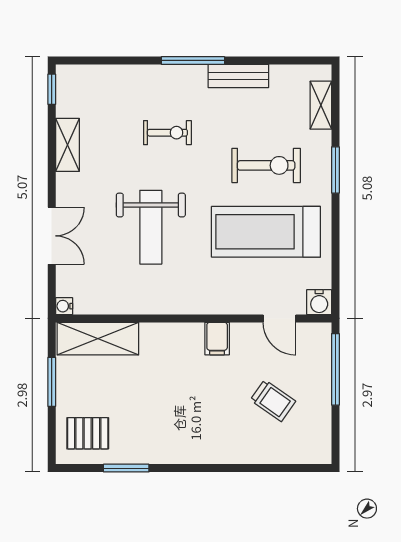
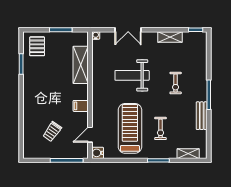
exercise bike: (266, 165) -> (160, 128), width x0.73, depth x0.72
shelving: (98, 339) -> (81, 65), moved

